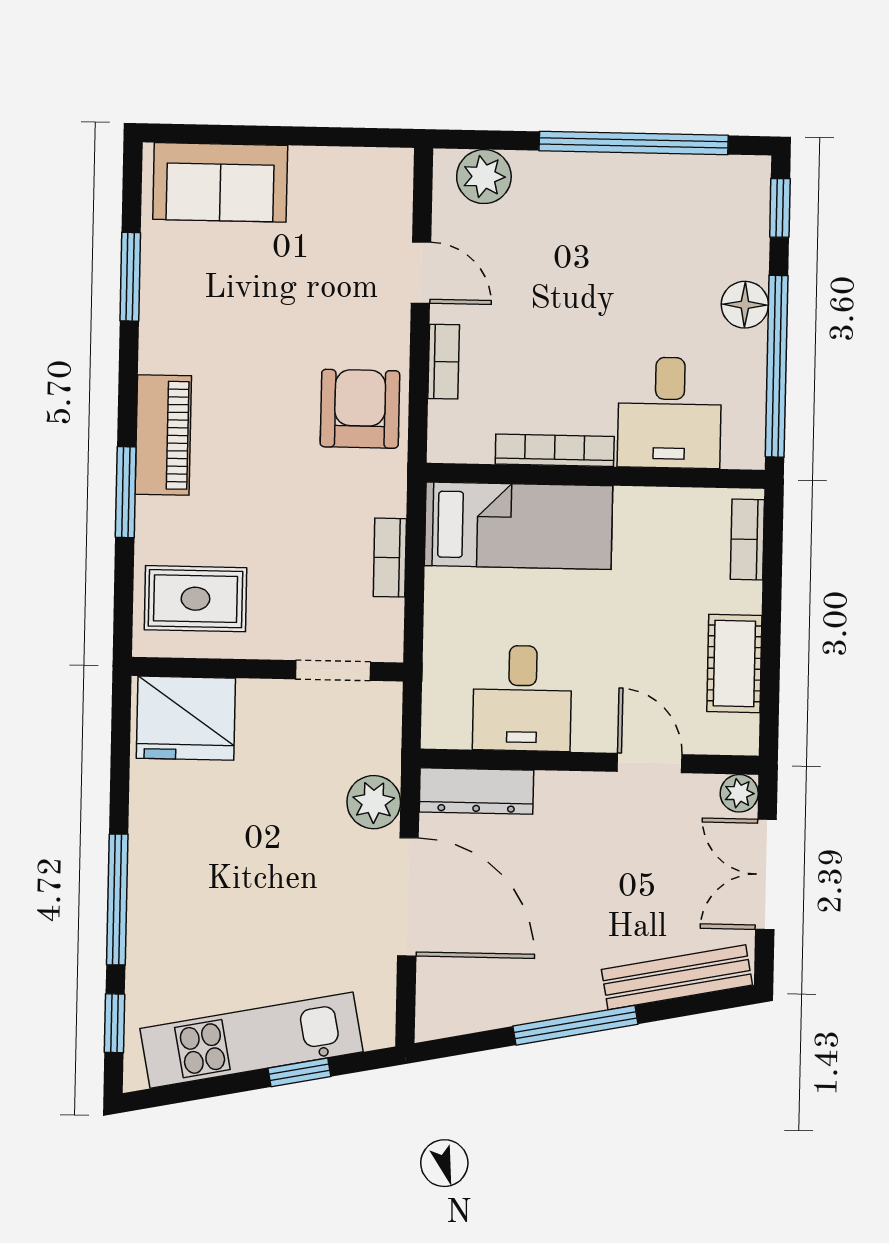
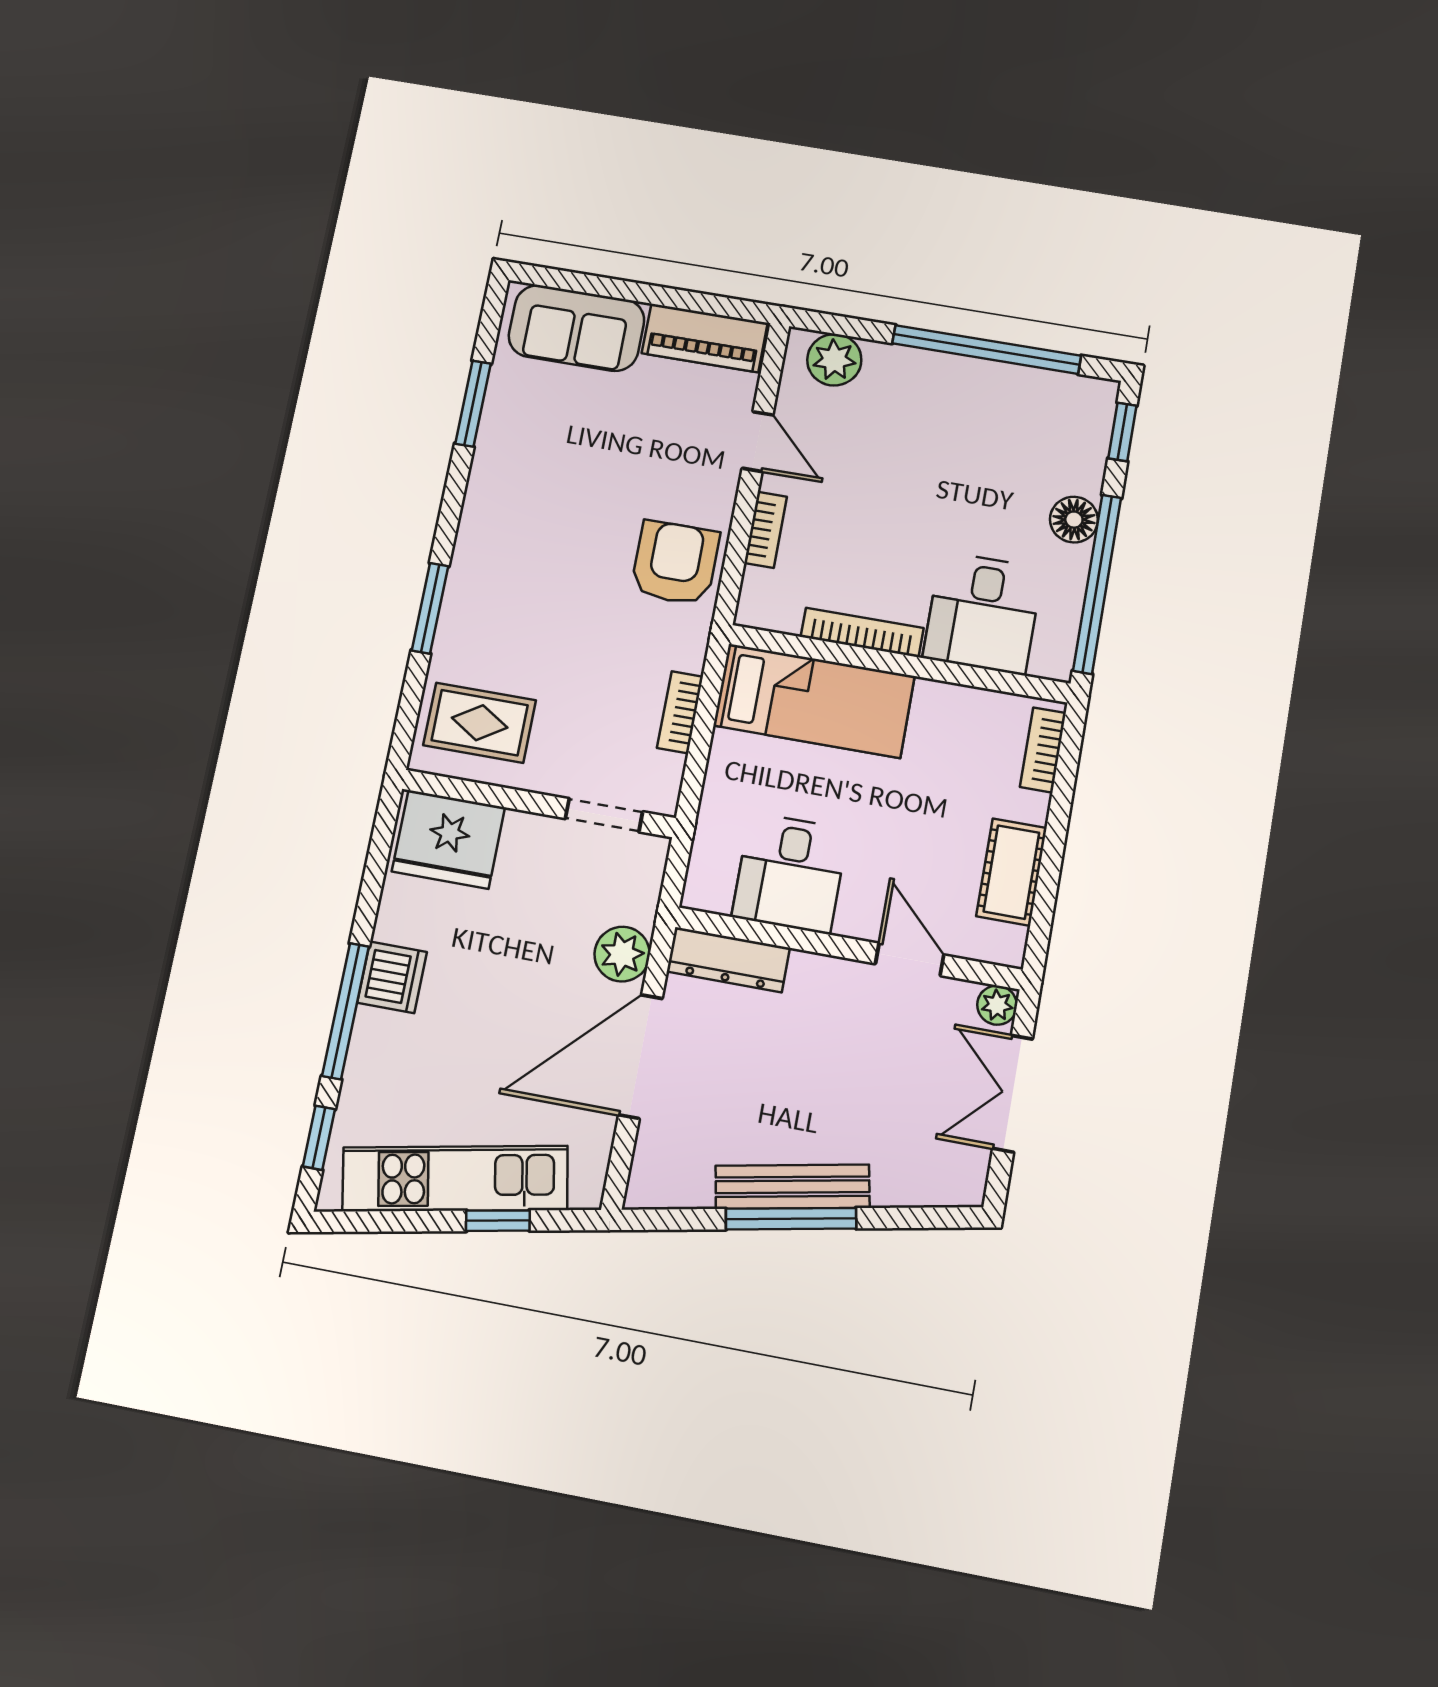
piano: (163, 435) -> (705, 338), moved, turned 90
dishwasher: (156, 860) -> (392, 977), added
door: (408, 897) -> (640, 1057), swing flipped
bench: (677, 977) -> (792, 1187), moved

